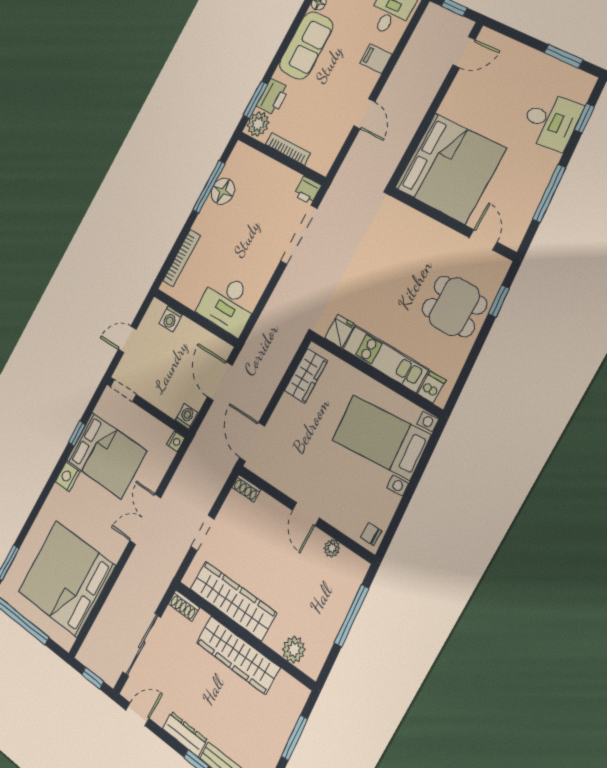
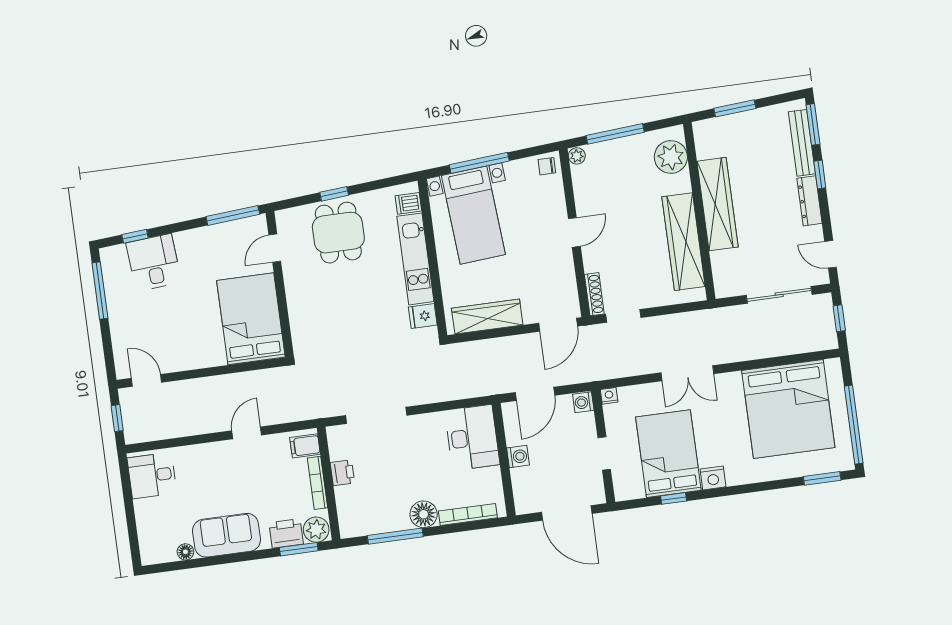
window: (564, 56) -> (100, 291), width x1.44
filing cabinet: (376, 59) -> (305, 446), moved, turned 90
bed: (450, 168) -> (251, 319), width x0.73
printer: (307, 190) -> (342, 473), moved
floor lamp: (223, 191) -> (424, 514), moved
window: (549, 194) -> (233, 215), moved
window: (499, 301) -> (334, 194), moved
washing machine: (170, 319) -> (518, 456), moved
door: (127, 339) -> (567, 513), width x1.88
wardrobe: (306, 376) -> (487, 317), width x1.50
doorway: (123, 391) -> (604, 453), moved
window: (417, 476) -> (479, 163), added
shoe rack: (246, 488) -> (594, 294), width x1.43
doorway: (203, 533) -> (623, 316), moved
chair: (371, 534) -> (547, 166), turned 90
plant: (332, 548) -> (577, 156), moved
shoe rack: (184, 606) -> (721, 282), removed
plant: (294, 650) -> (671, 157), width x1.36, depth x1.36

